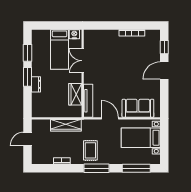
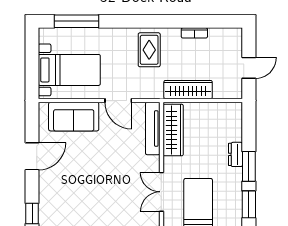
double door: (83, 61) -> (161, 192), swing flipped
door: (164, 71) -> (32, 156), moved
wardrobe: (75, 94) -> (173, 130), width x1.50
window: (97, 168) -> (139, 21), removed

